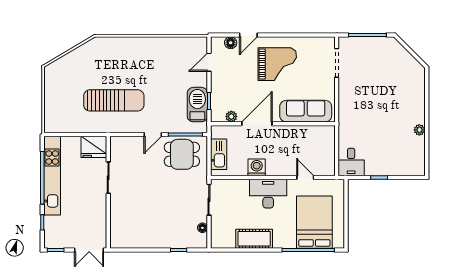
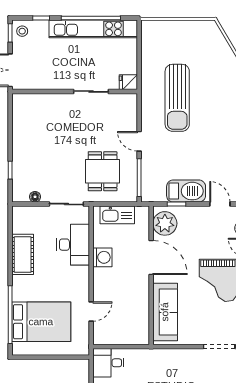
barbecue: (197, 105) -> (186, 191), moved
plant: (231, 116) -> (165, 223), width x1.87, depth x1.87
fridge: (94, 147) -> (128, 82), width x0.53, depth x0.75
dining table: (182, 154) -> (103, 171), moved
desk: (268, 194) -> (73, 245), moved
stool: (54, 239) -> (22, 31), added

